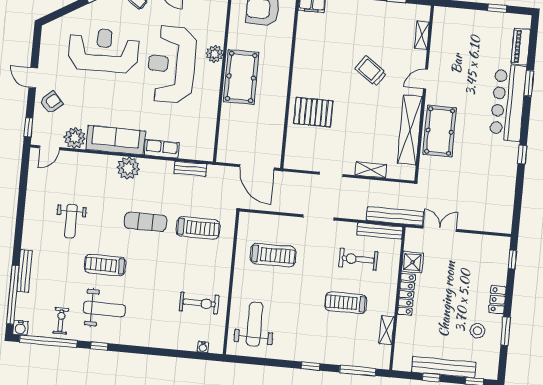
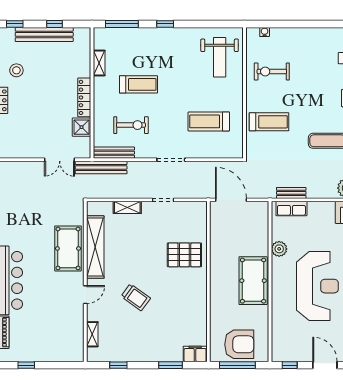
plant: (215, 54) -> (279, 249), moved
row of seats: (162, 149) -> (291, 209), moved
treadmill: (198, 228) -> (269, 122), moved, turned 180

